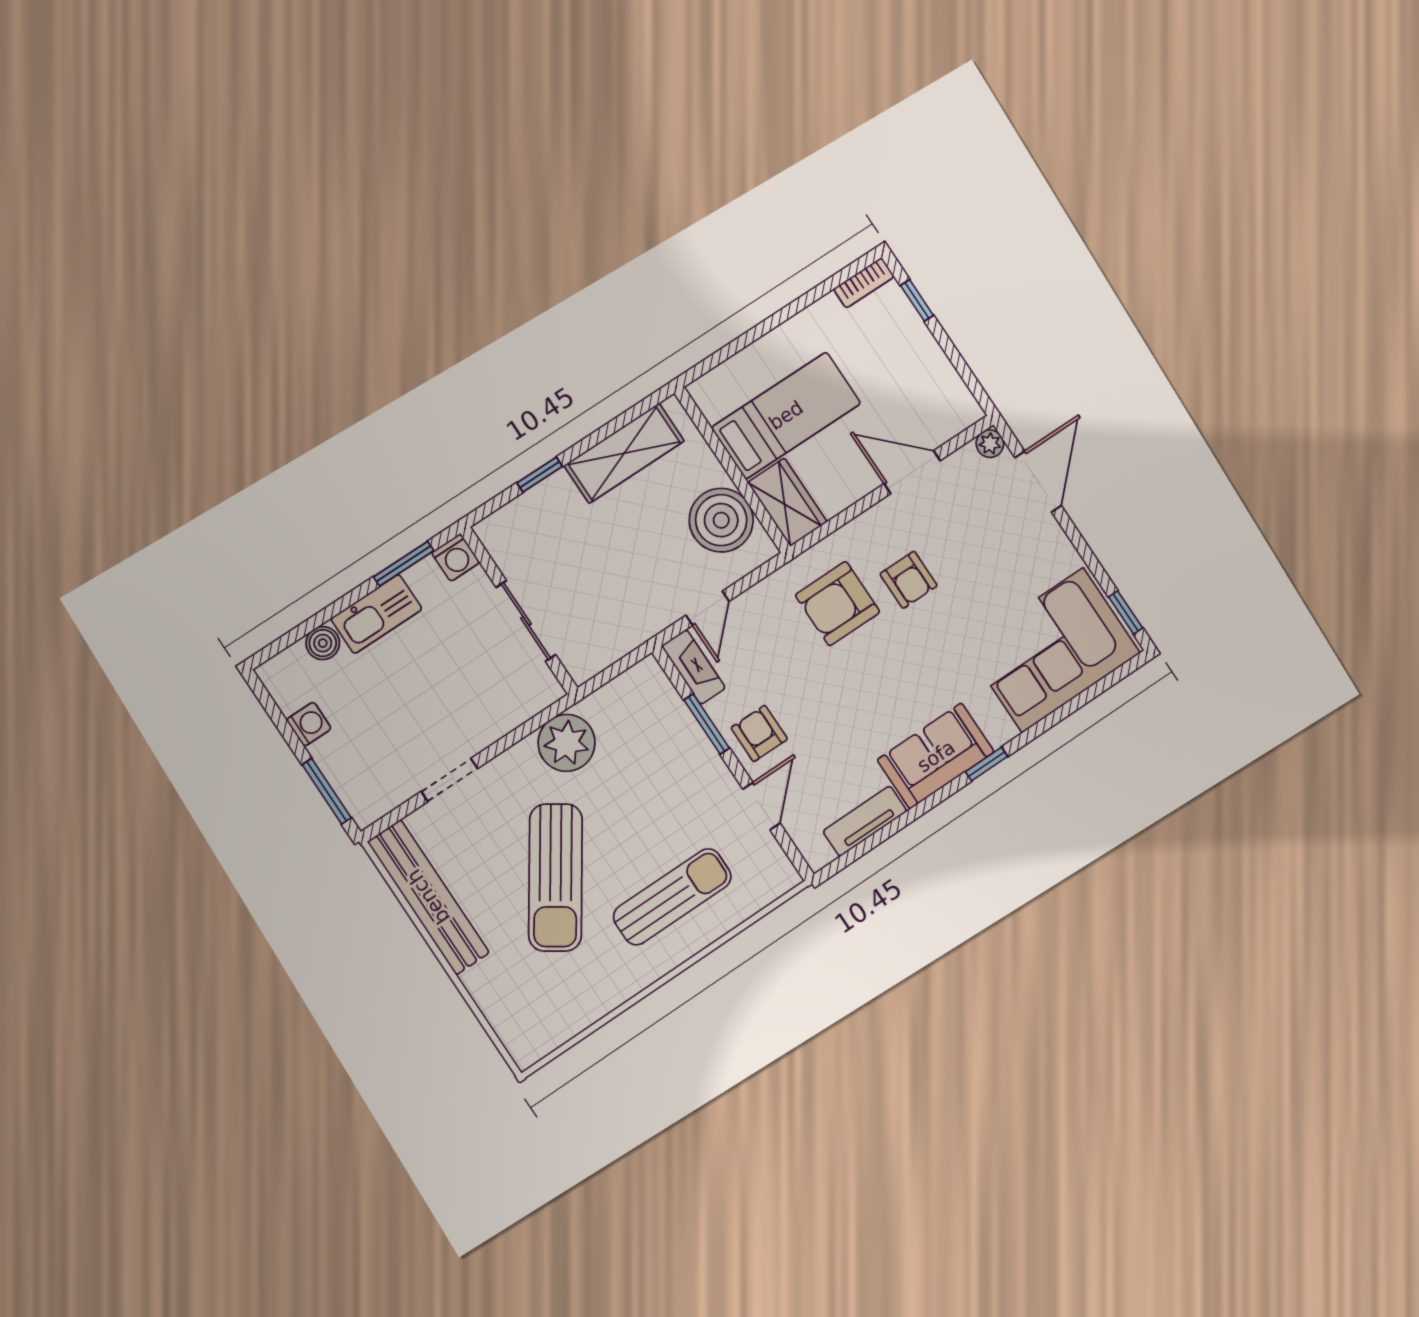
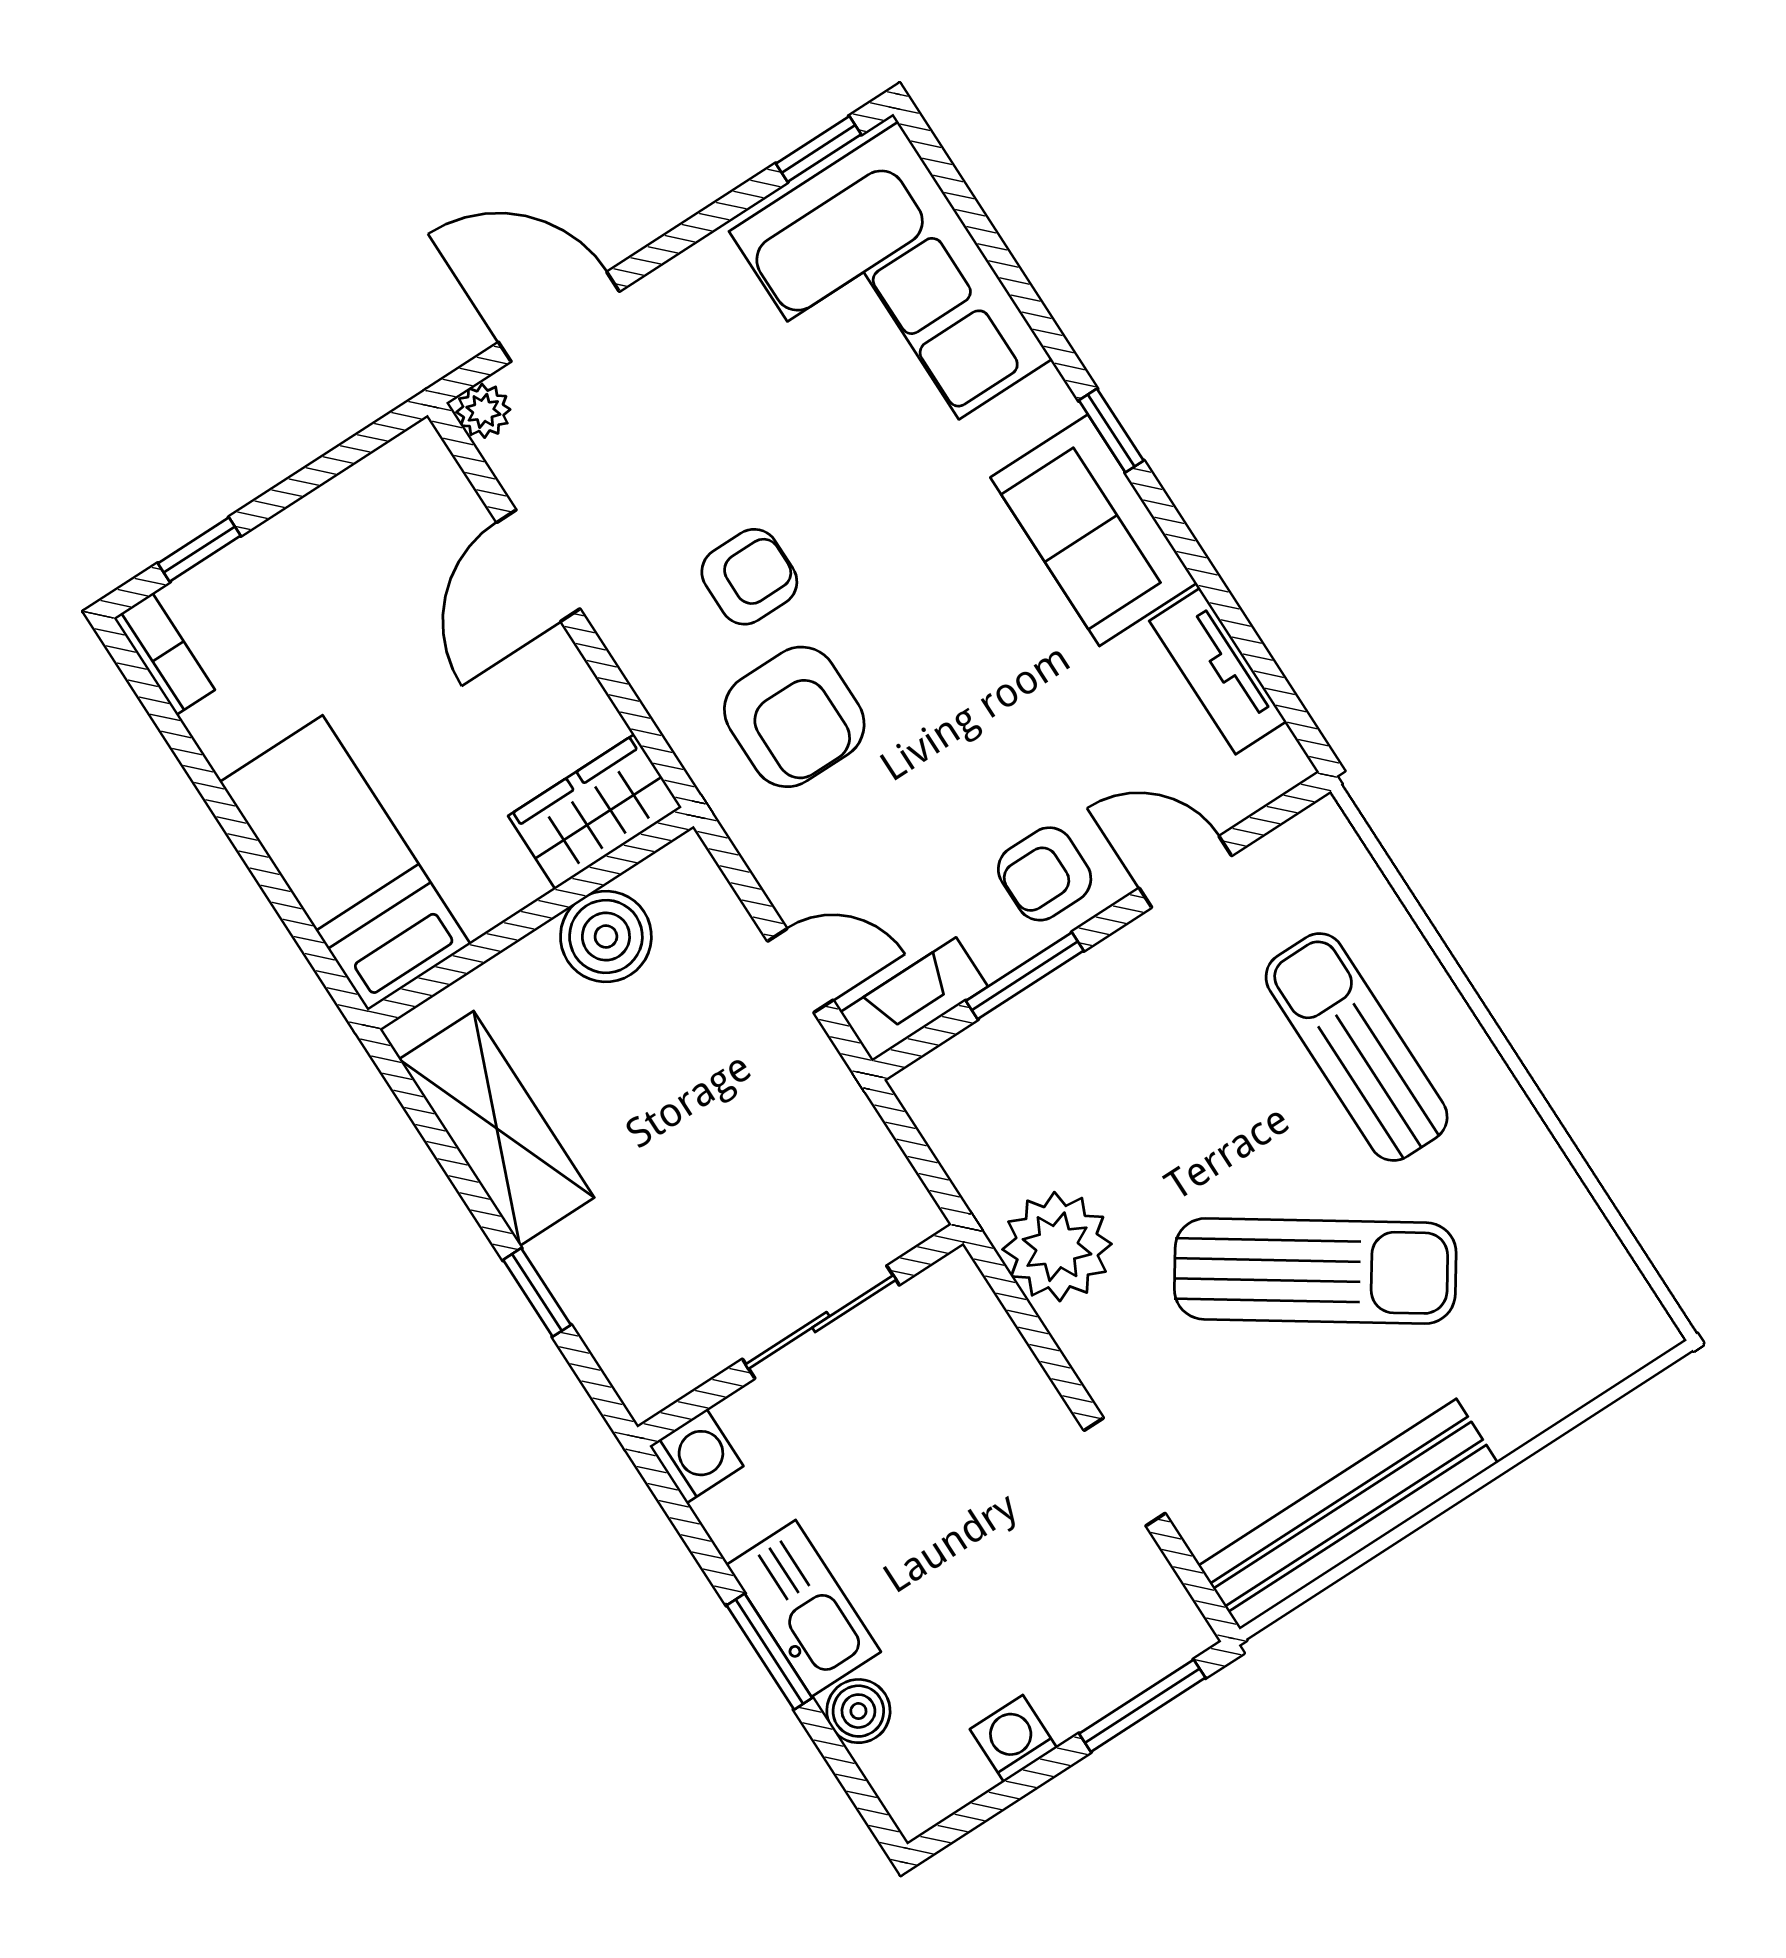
bed: (786, 415) -> (345, 863), moved
boiler: (721, 520) -> (606, 937), width x0.73, depth x0.73
window: (404, 564) -> (769, 1652), moved

